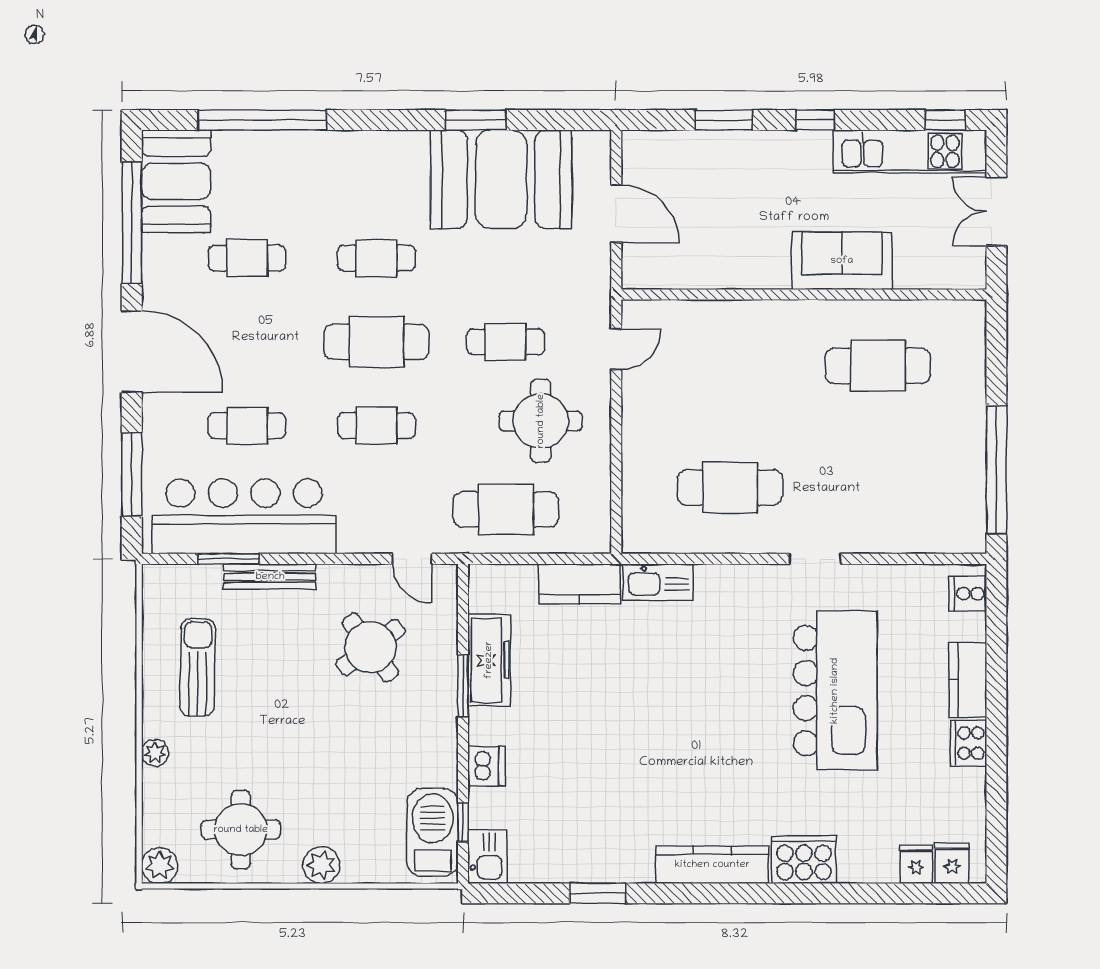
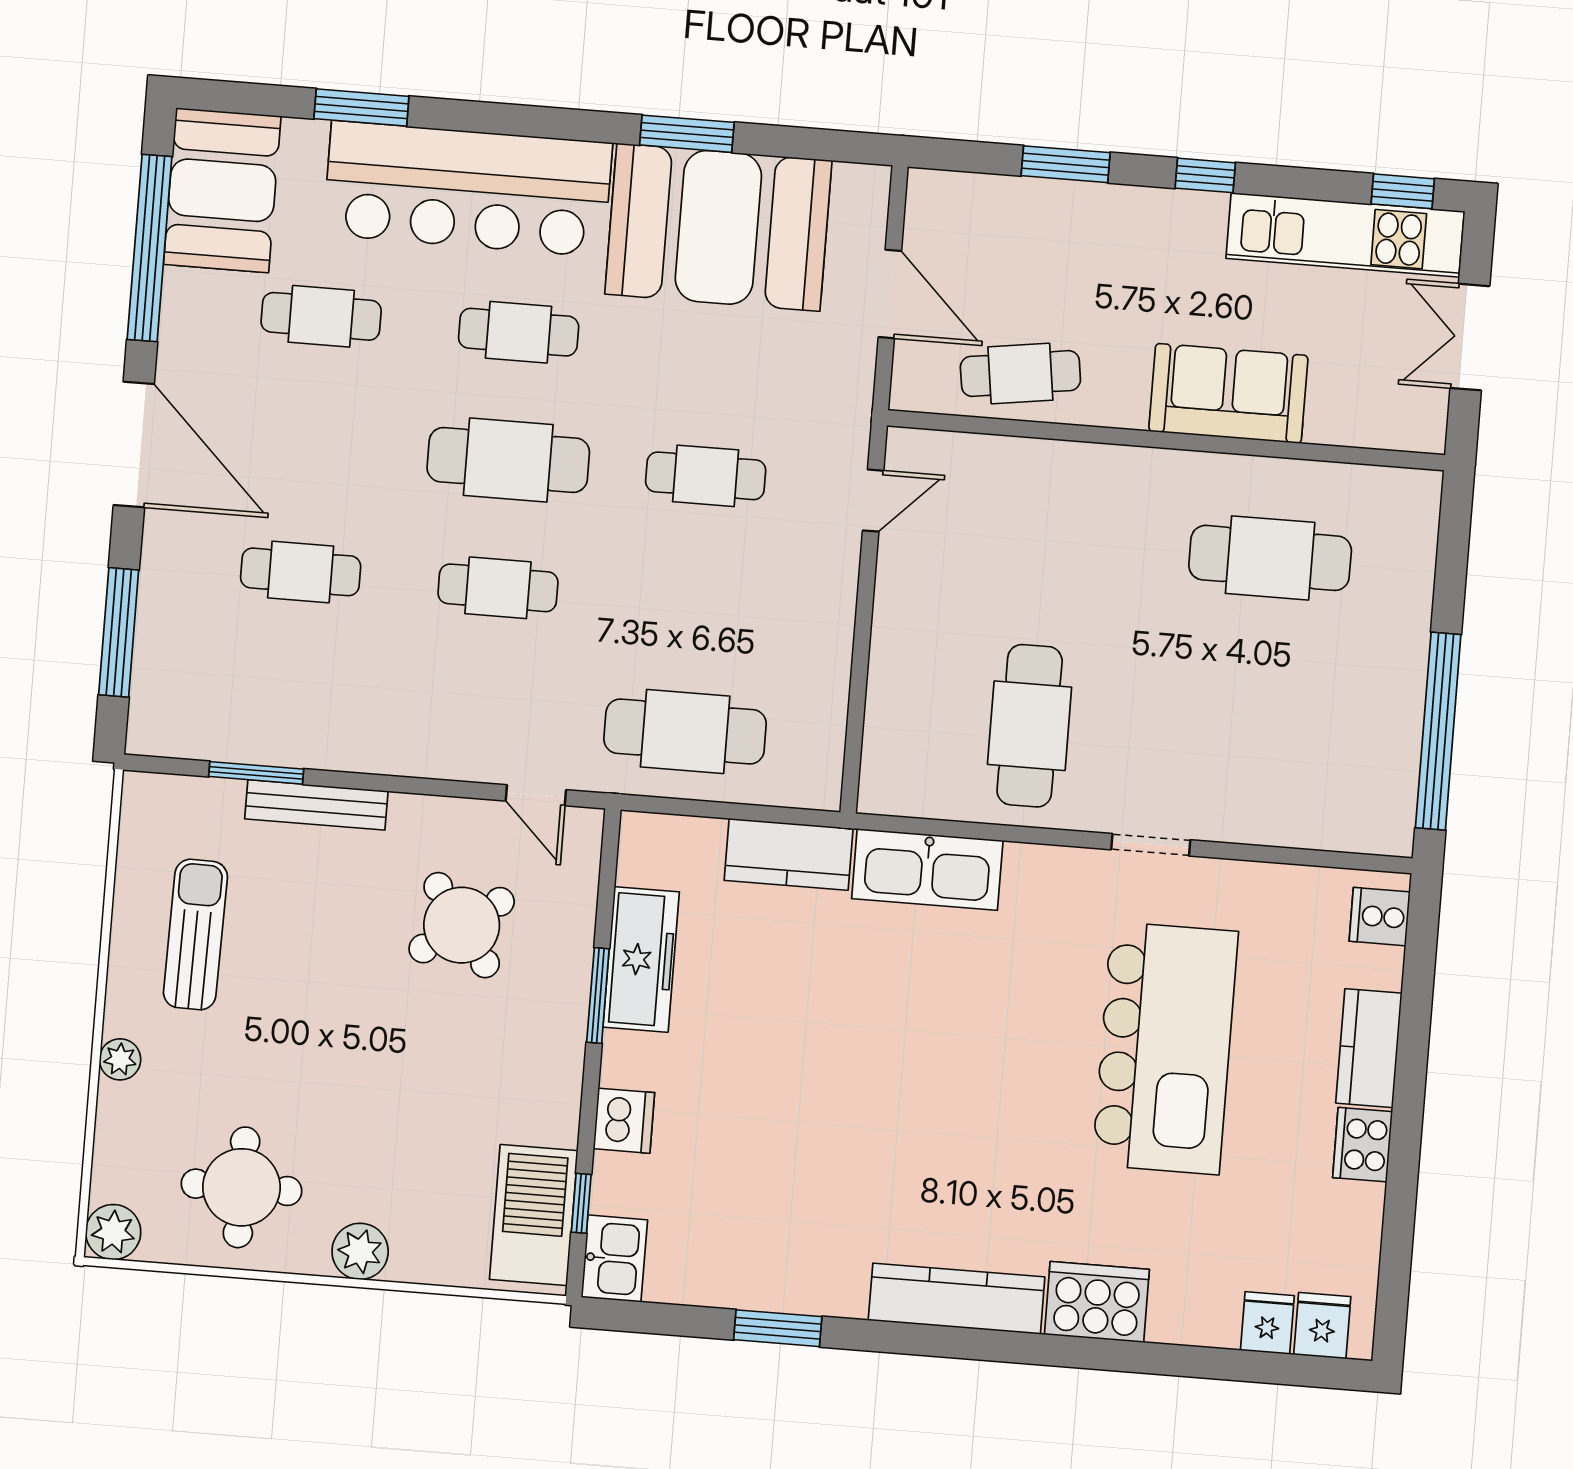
window: (262, 120) -> (361, 108), width x0.47
cafe table: (706, 259) -> (1020, 374), added
round table: (541, 421) -> (749, 601), removed
cafe table: (730, 488) -> (1030, 726), turned 90
bar counter: (244, 516) -> (468, 189), moved, turned 180
kitchen sink: (658, 582) -> (927, 870), width x1.36, depth x1.24

